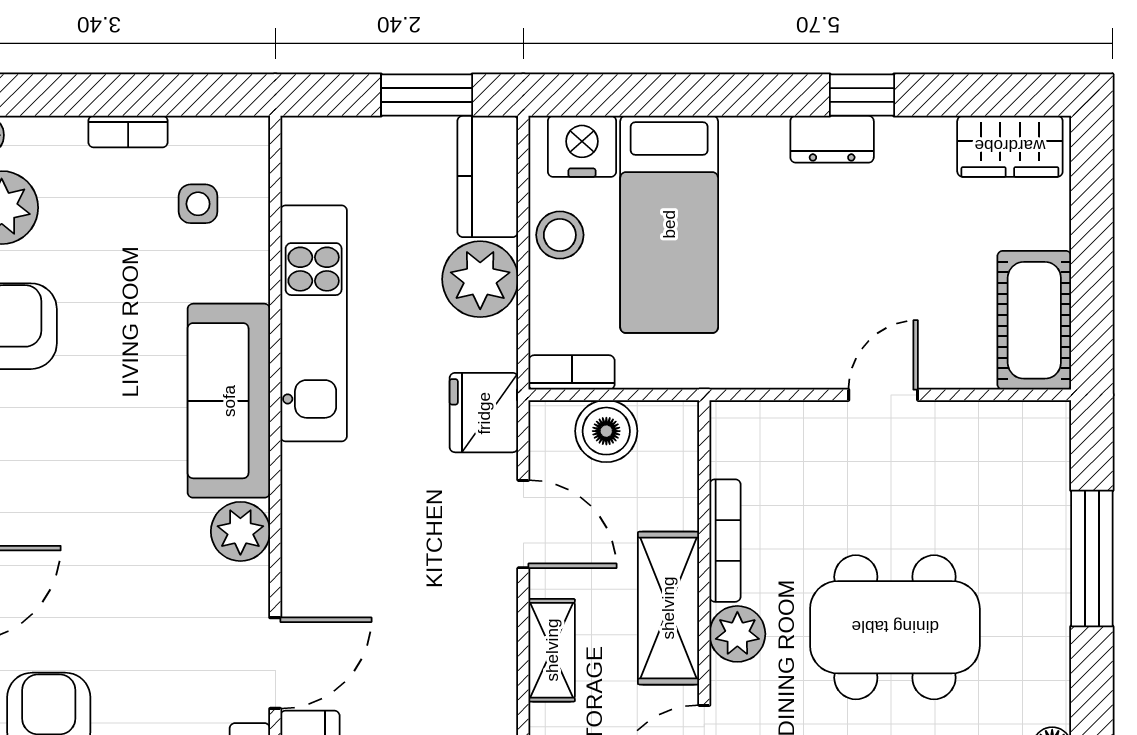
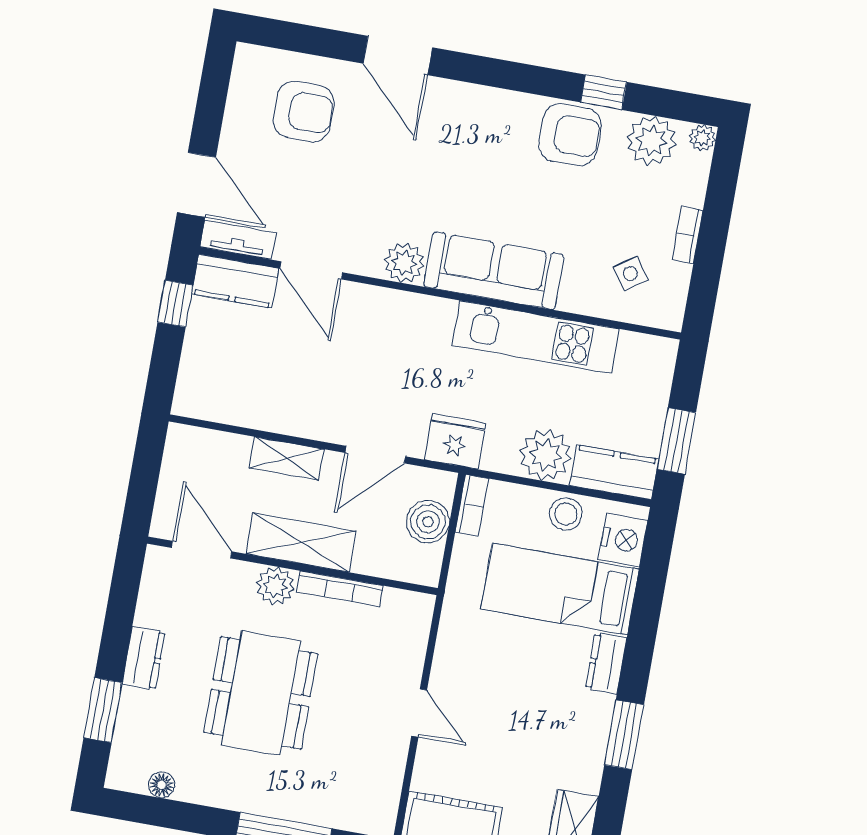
window: (862, 95) -> (624, 735), width x1.50
dresser: (832, 139) -> (606, 663), moved
side table: (198, 204) -> (630, 274), turned -35

